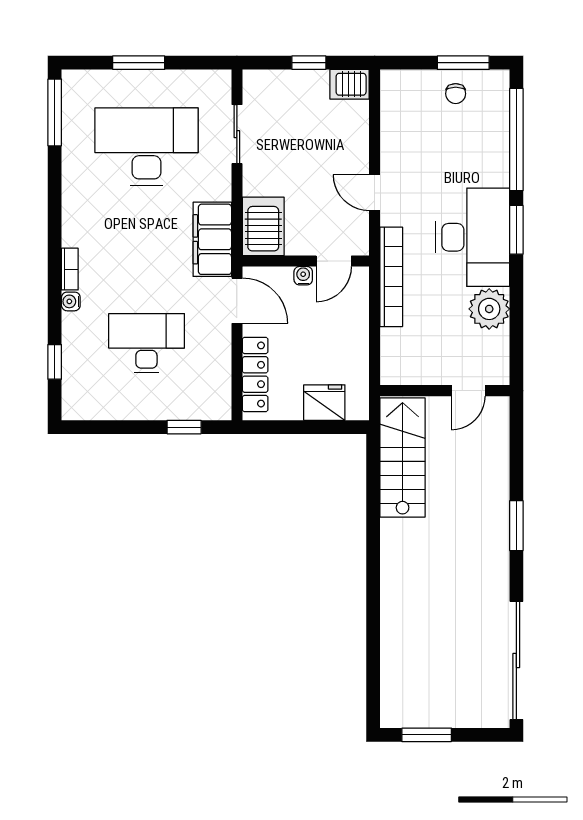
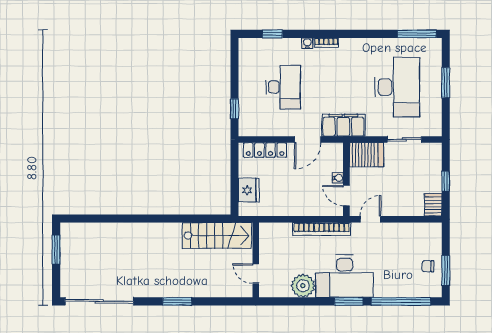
server rack: (263, 226) -> (366, 155), moved
wall: (306, 261) -> (346, 179), moved
door: (334, 261) -> (346, 196), moved
water cooler: (303, 276) -> (338, 178), moved

